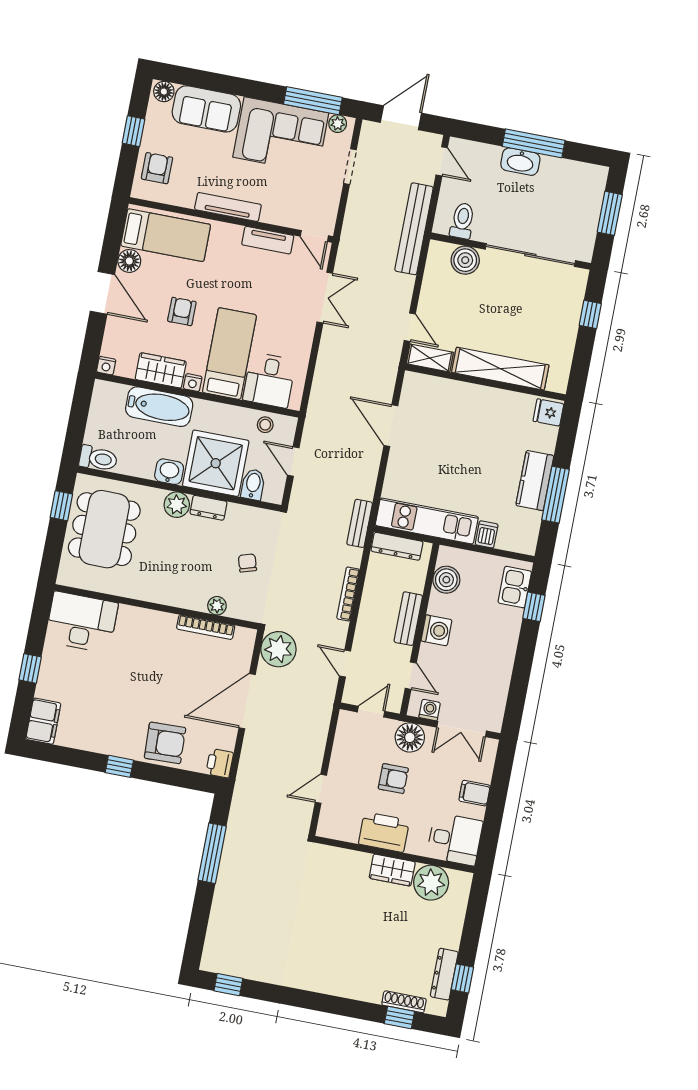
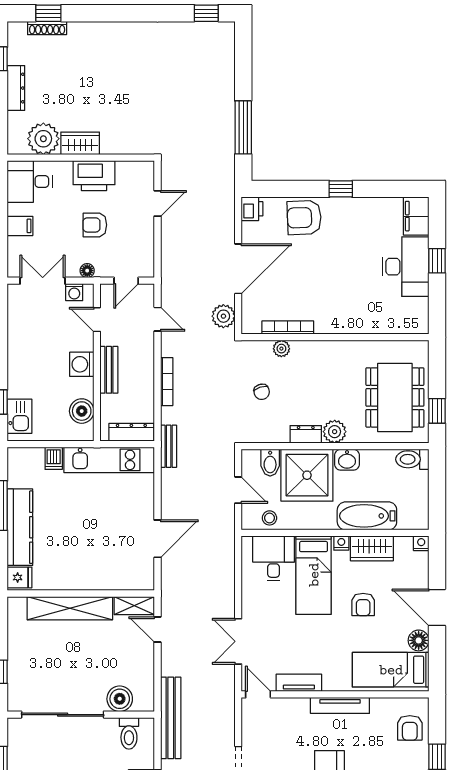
door: (391, 426) -> (157, 539), hinge flipped
kitchen counter: (535, 481) -> (20, 527), width x1.50
desk: (82, 622) -> (406, 267), moved, turned -90
plant: (278, 649) -> (223, 316), width x0.73, depth x0.73
floor lamp: (410, 737) -> (87, 271), width x0.53, depth x0.53
dresser: (444, 974) -> (16, 88), moved

